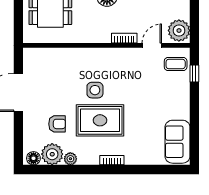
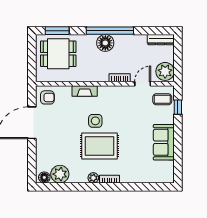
fireplace: (82, 54) -> (85, 91), added
armchair: (57, 124) -> (47, 97), moved
sofa: (177, 142) -> (164, 142), moved
plant: (70, 159) -> (93, 178), moved

